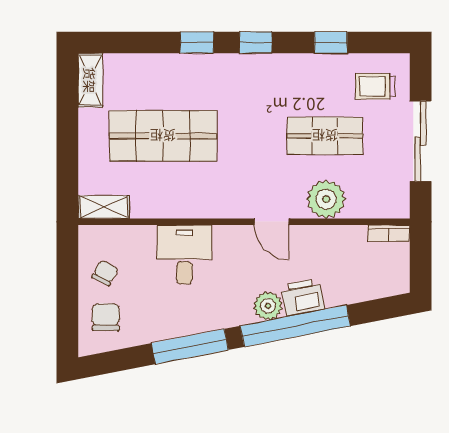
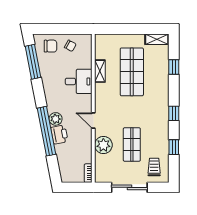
window: (197, 42) -> (174, 67), moved
shelving: (104, 207) -> (100, 71), moved
door: (271, 222) -> (93, 120), hinge flipped
window: (190, 347) -> (33, 62), moved

